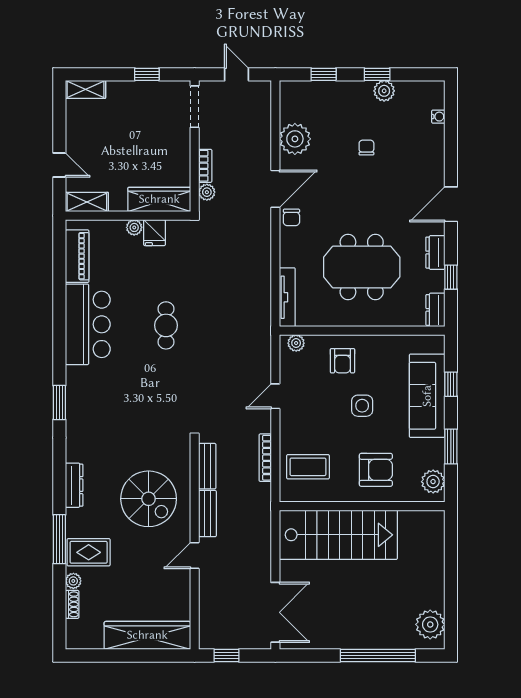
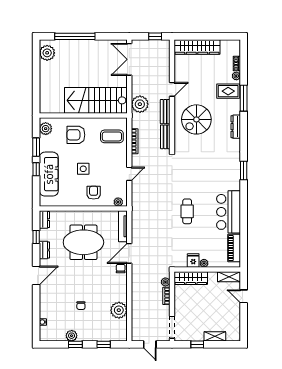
shelving: (85, 89) -> (215, 336), moved
door: (275, 189) -> (129, 253), moved
window: (451, 384) -> (36, 169), moved
spiral stairs: (149, 499) -> (196, 119), turned -90
plant: (255, 528) -> (140, 104), added

